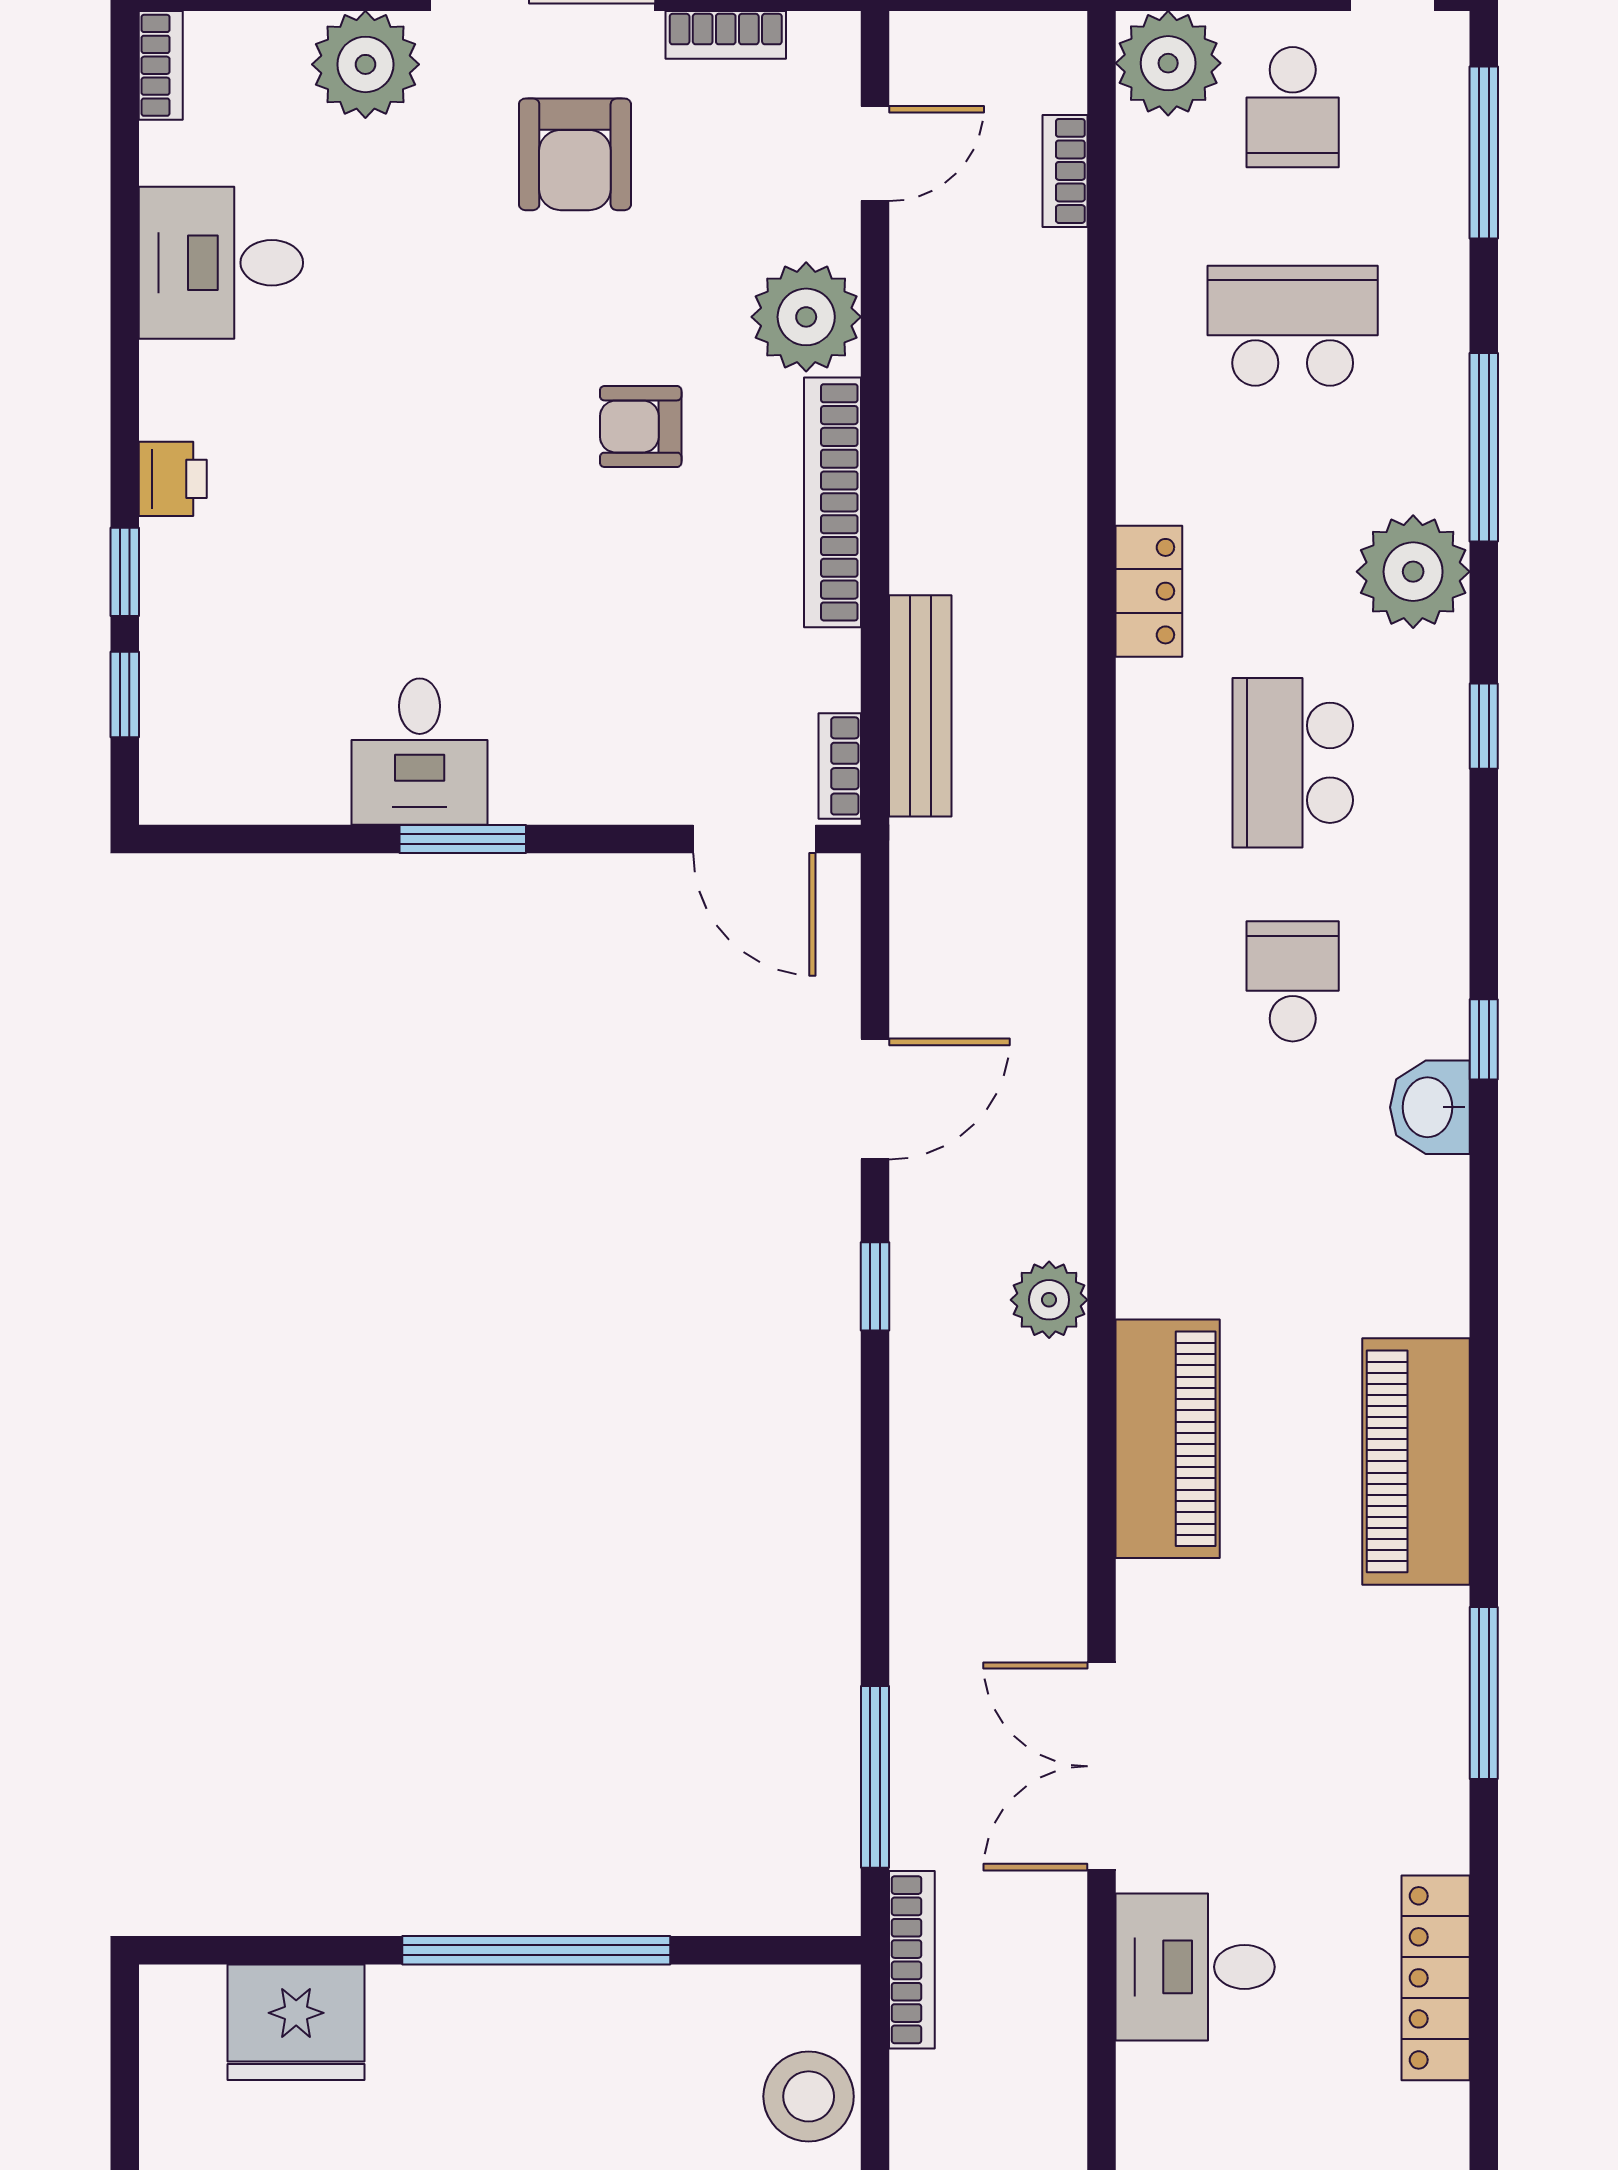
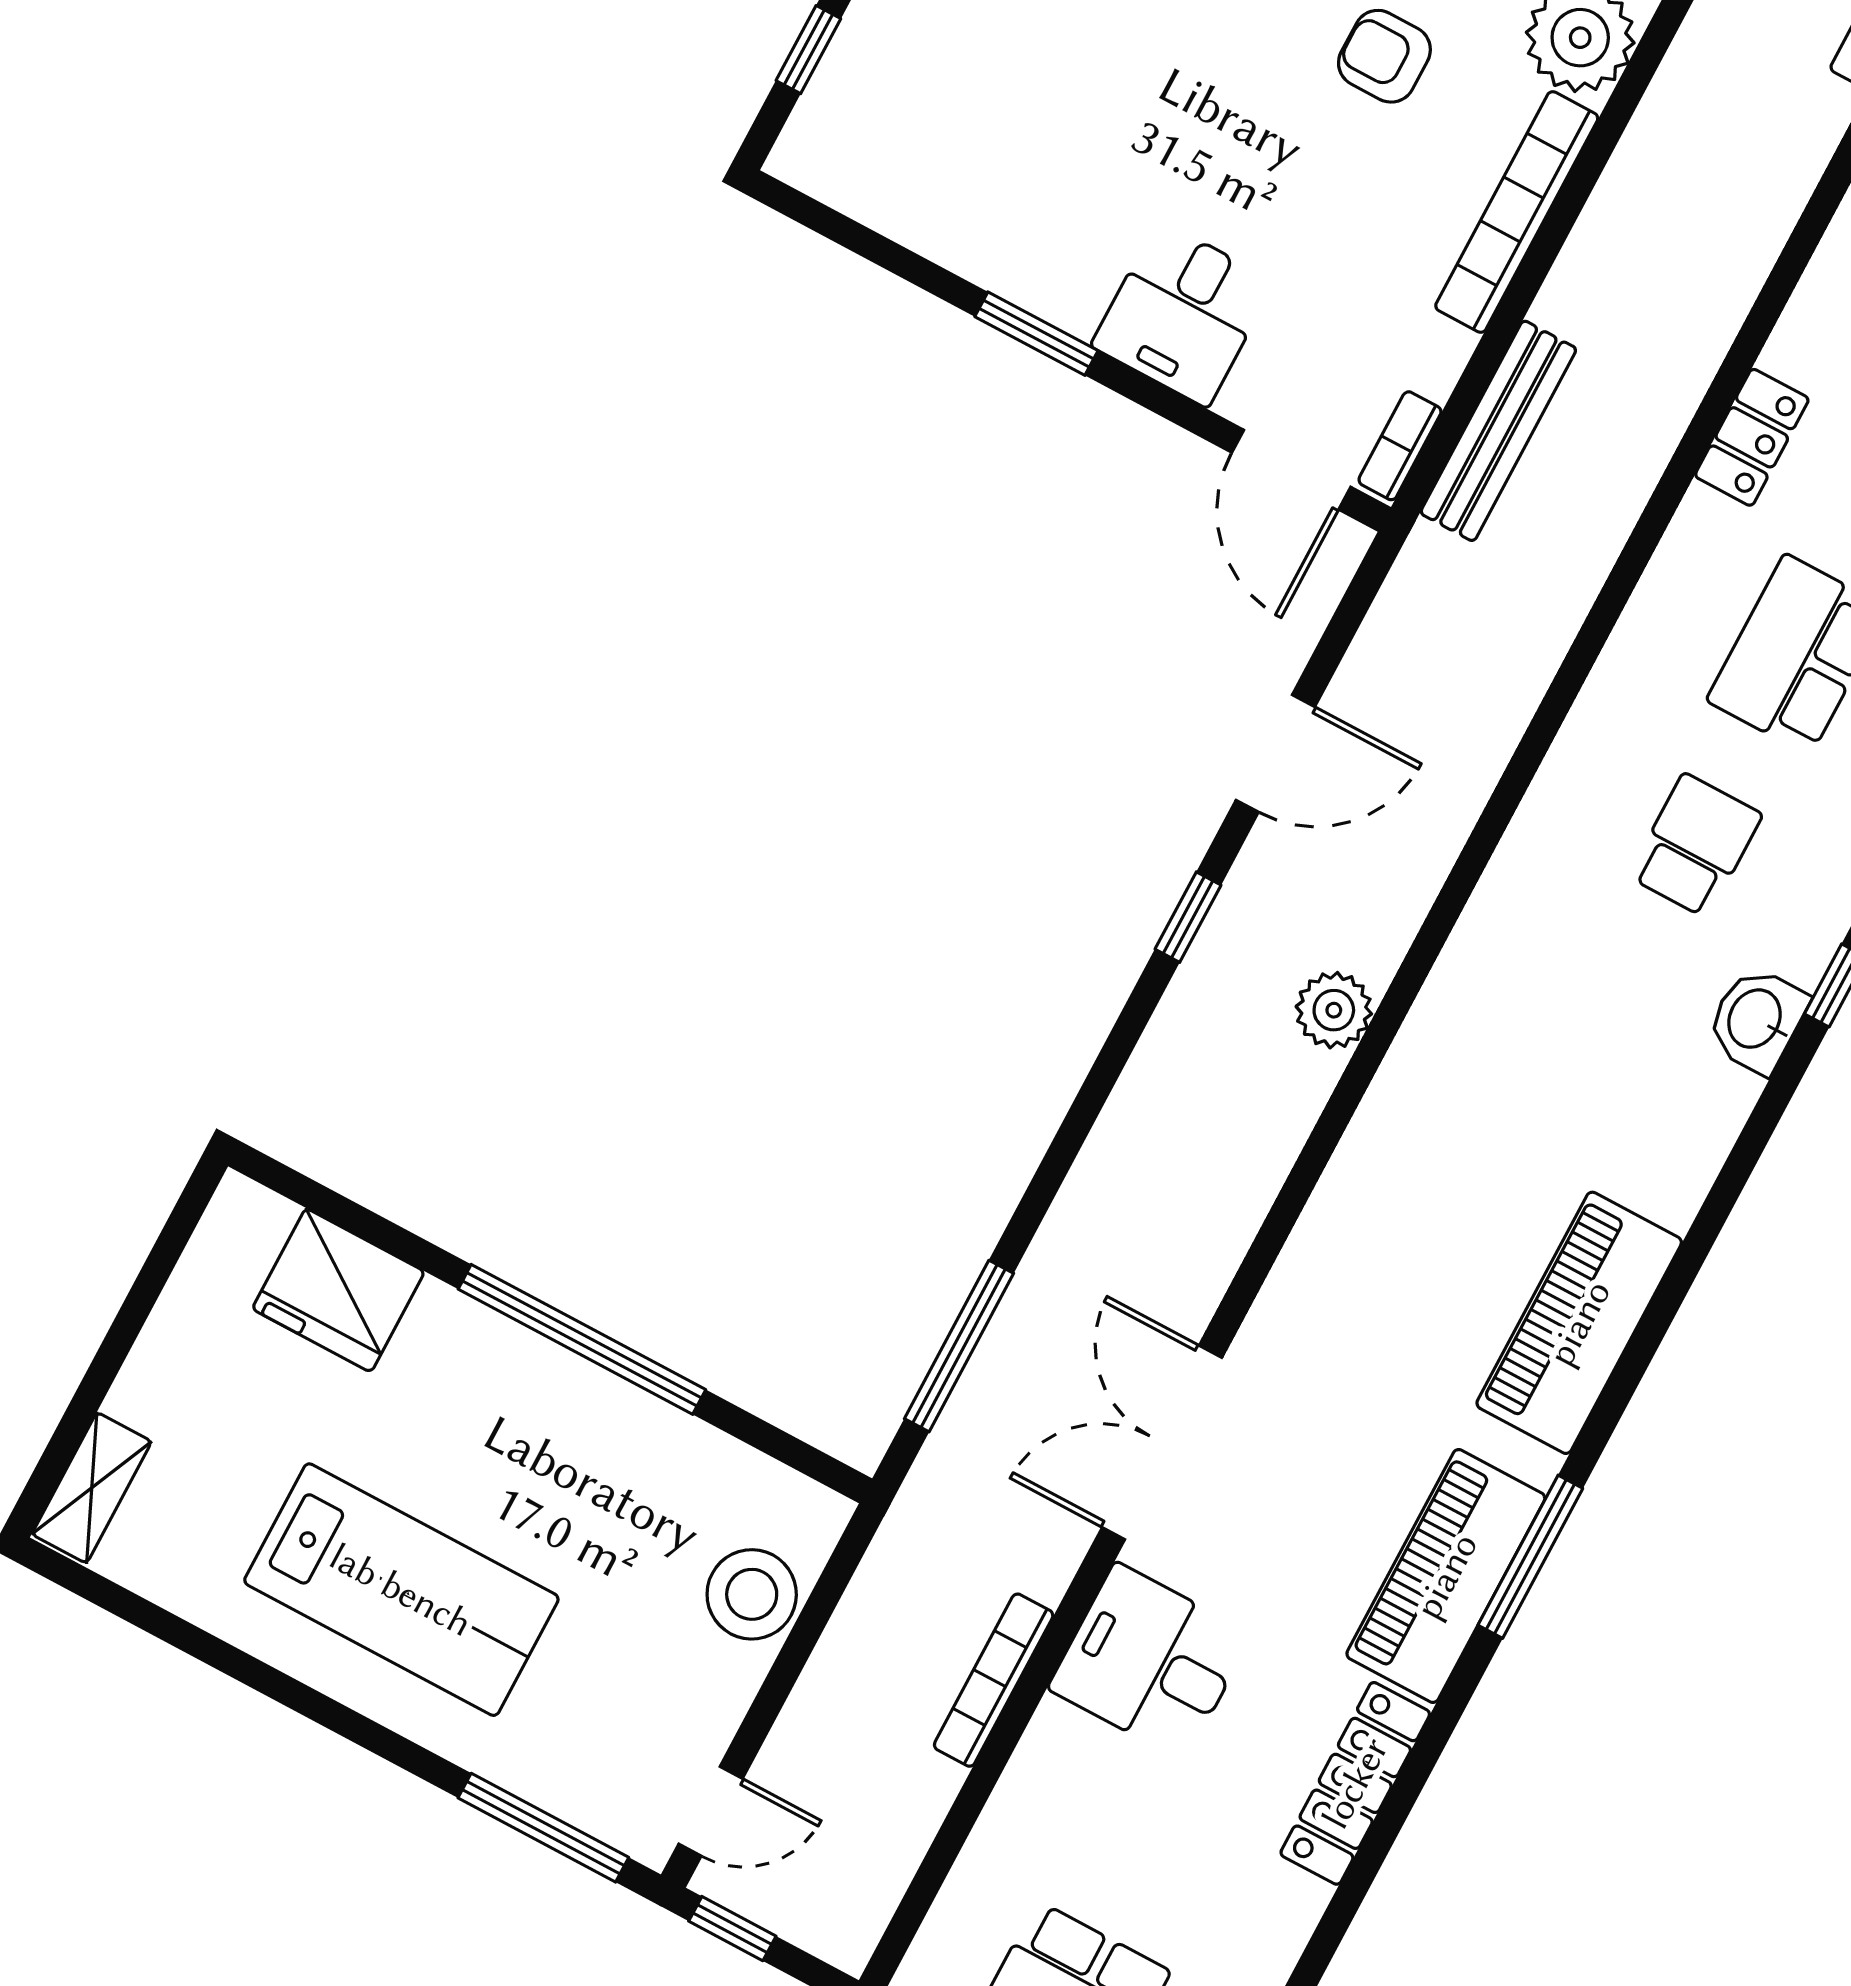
desk: (420, 752) -> (1183, 314), moved
piano: (1168, 1439) -> (1446, 1576), moved, turned 180
bookcase: (912, 1960) -> (994, 1680), moved, turned 180

